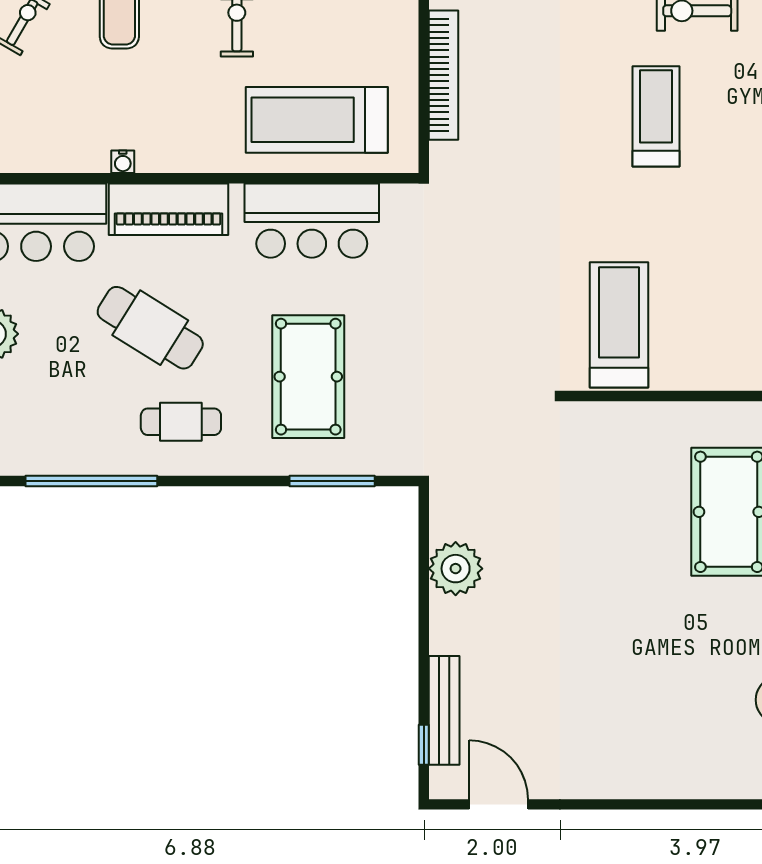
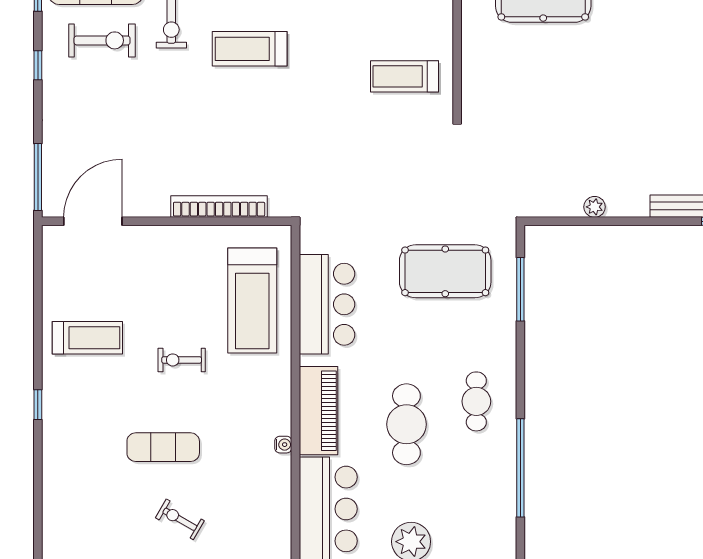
treadmill: (619, 325) -> (404, 76), width x0.73, depth x0.73
cafe table: (150, 328) -> (406, 424), turned -32
pool table: (308, 377) -> (445, 271), moved
plant: (456, 569) -> (595, 207), width x0.53, depth x0.53

